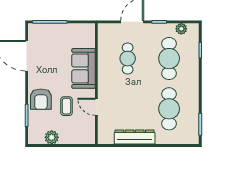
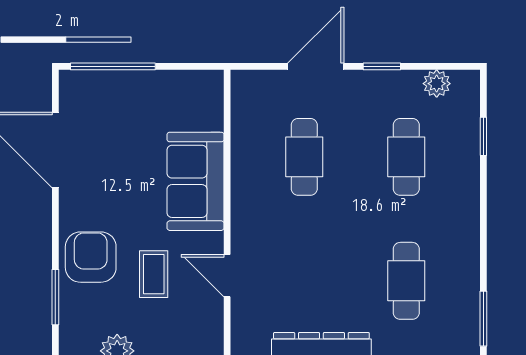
cafe table: (169, 59) -> (406, 157), width x0.73, depth x0.74
armchair: (41, 99) -> (91, 257), turned 180
cafe table: (169, 109) -> (406, 281), width x0.73, depth x0.74

